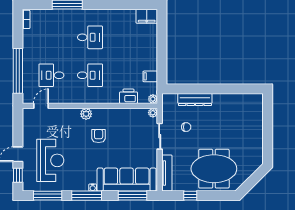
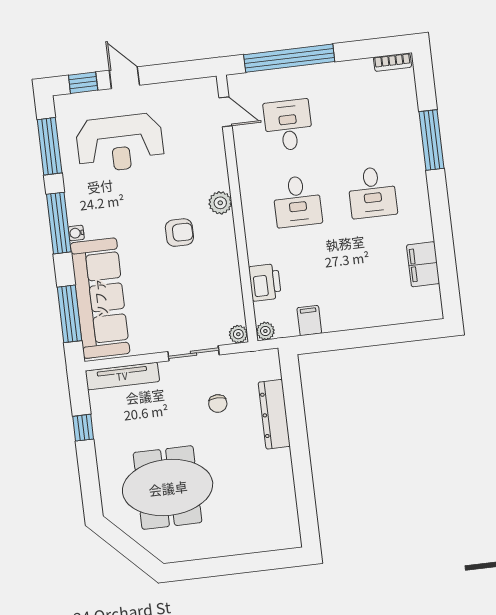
filing cabinet: (147, 16) -> (423, 264), moved
meeting table: (214, 169) -> (168, 488), moved, turned 90

